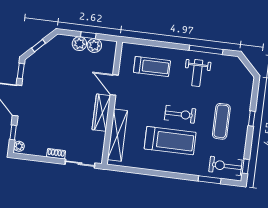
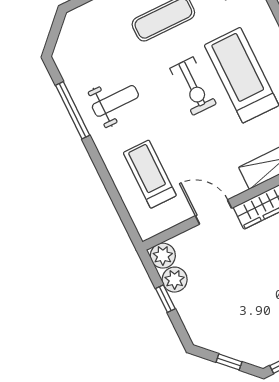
plant: (79, 44) -> (163, 256), moved
door: (114, 85) -> (214, 212), swing flipped
exercise bike: (180, 114) -> (193, 86), turned 180

